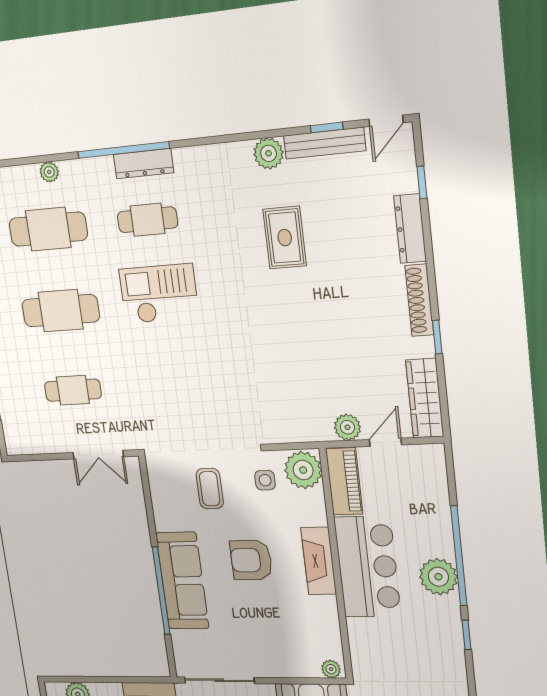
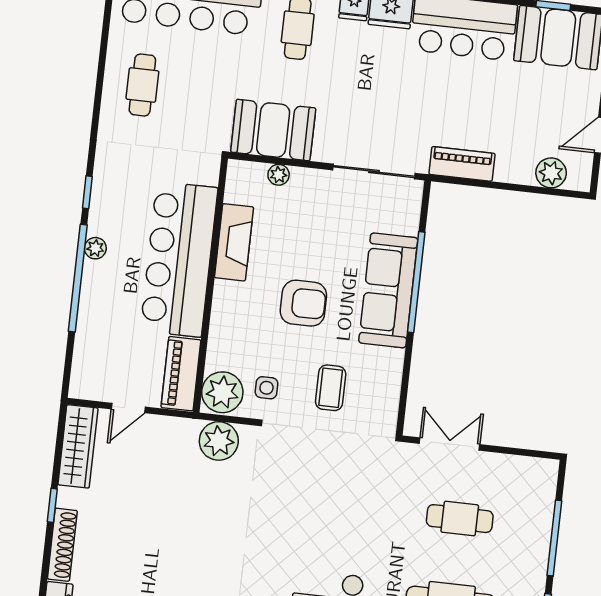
plant: (347, 427) -> (219, 441), moved, width x1.36, depth x1.36
fireplace: (319, 561) -> (234, 242), moved
bar counter: (367, 567) -> (179, 259), width x1.36
plant: (438, 577) -> (95, 248), width x0.53, depth x0.53
plant: (331, 669) -> (279, 175), moved

